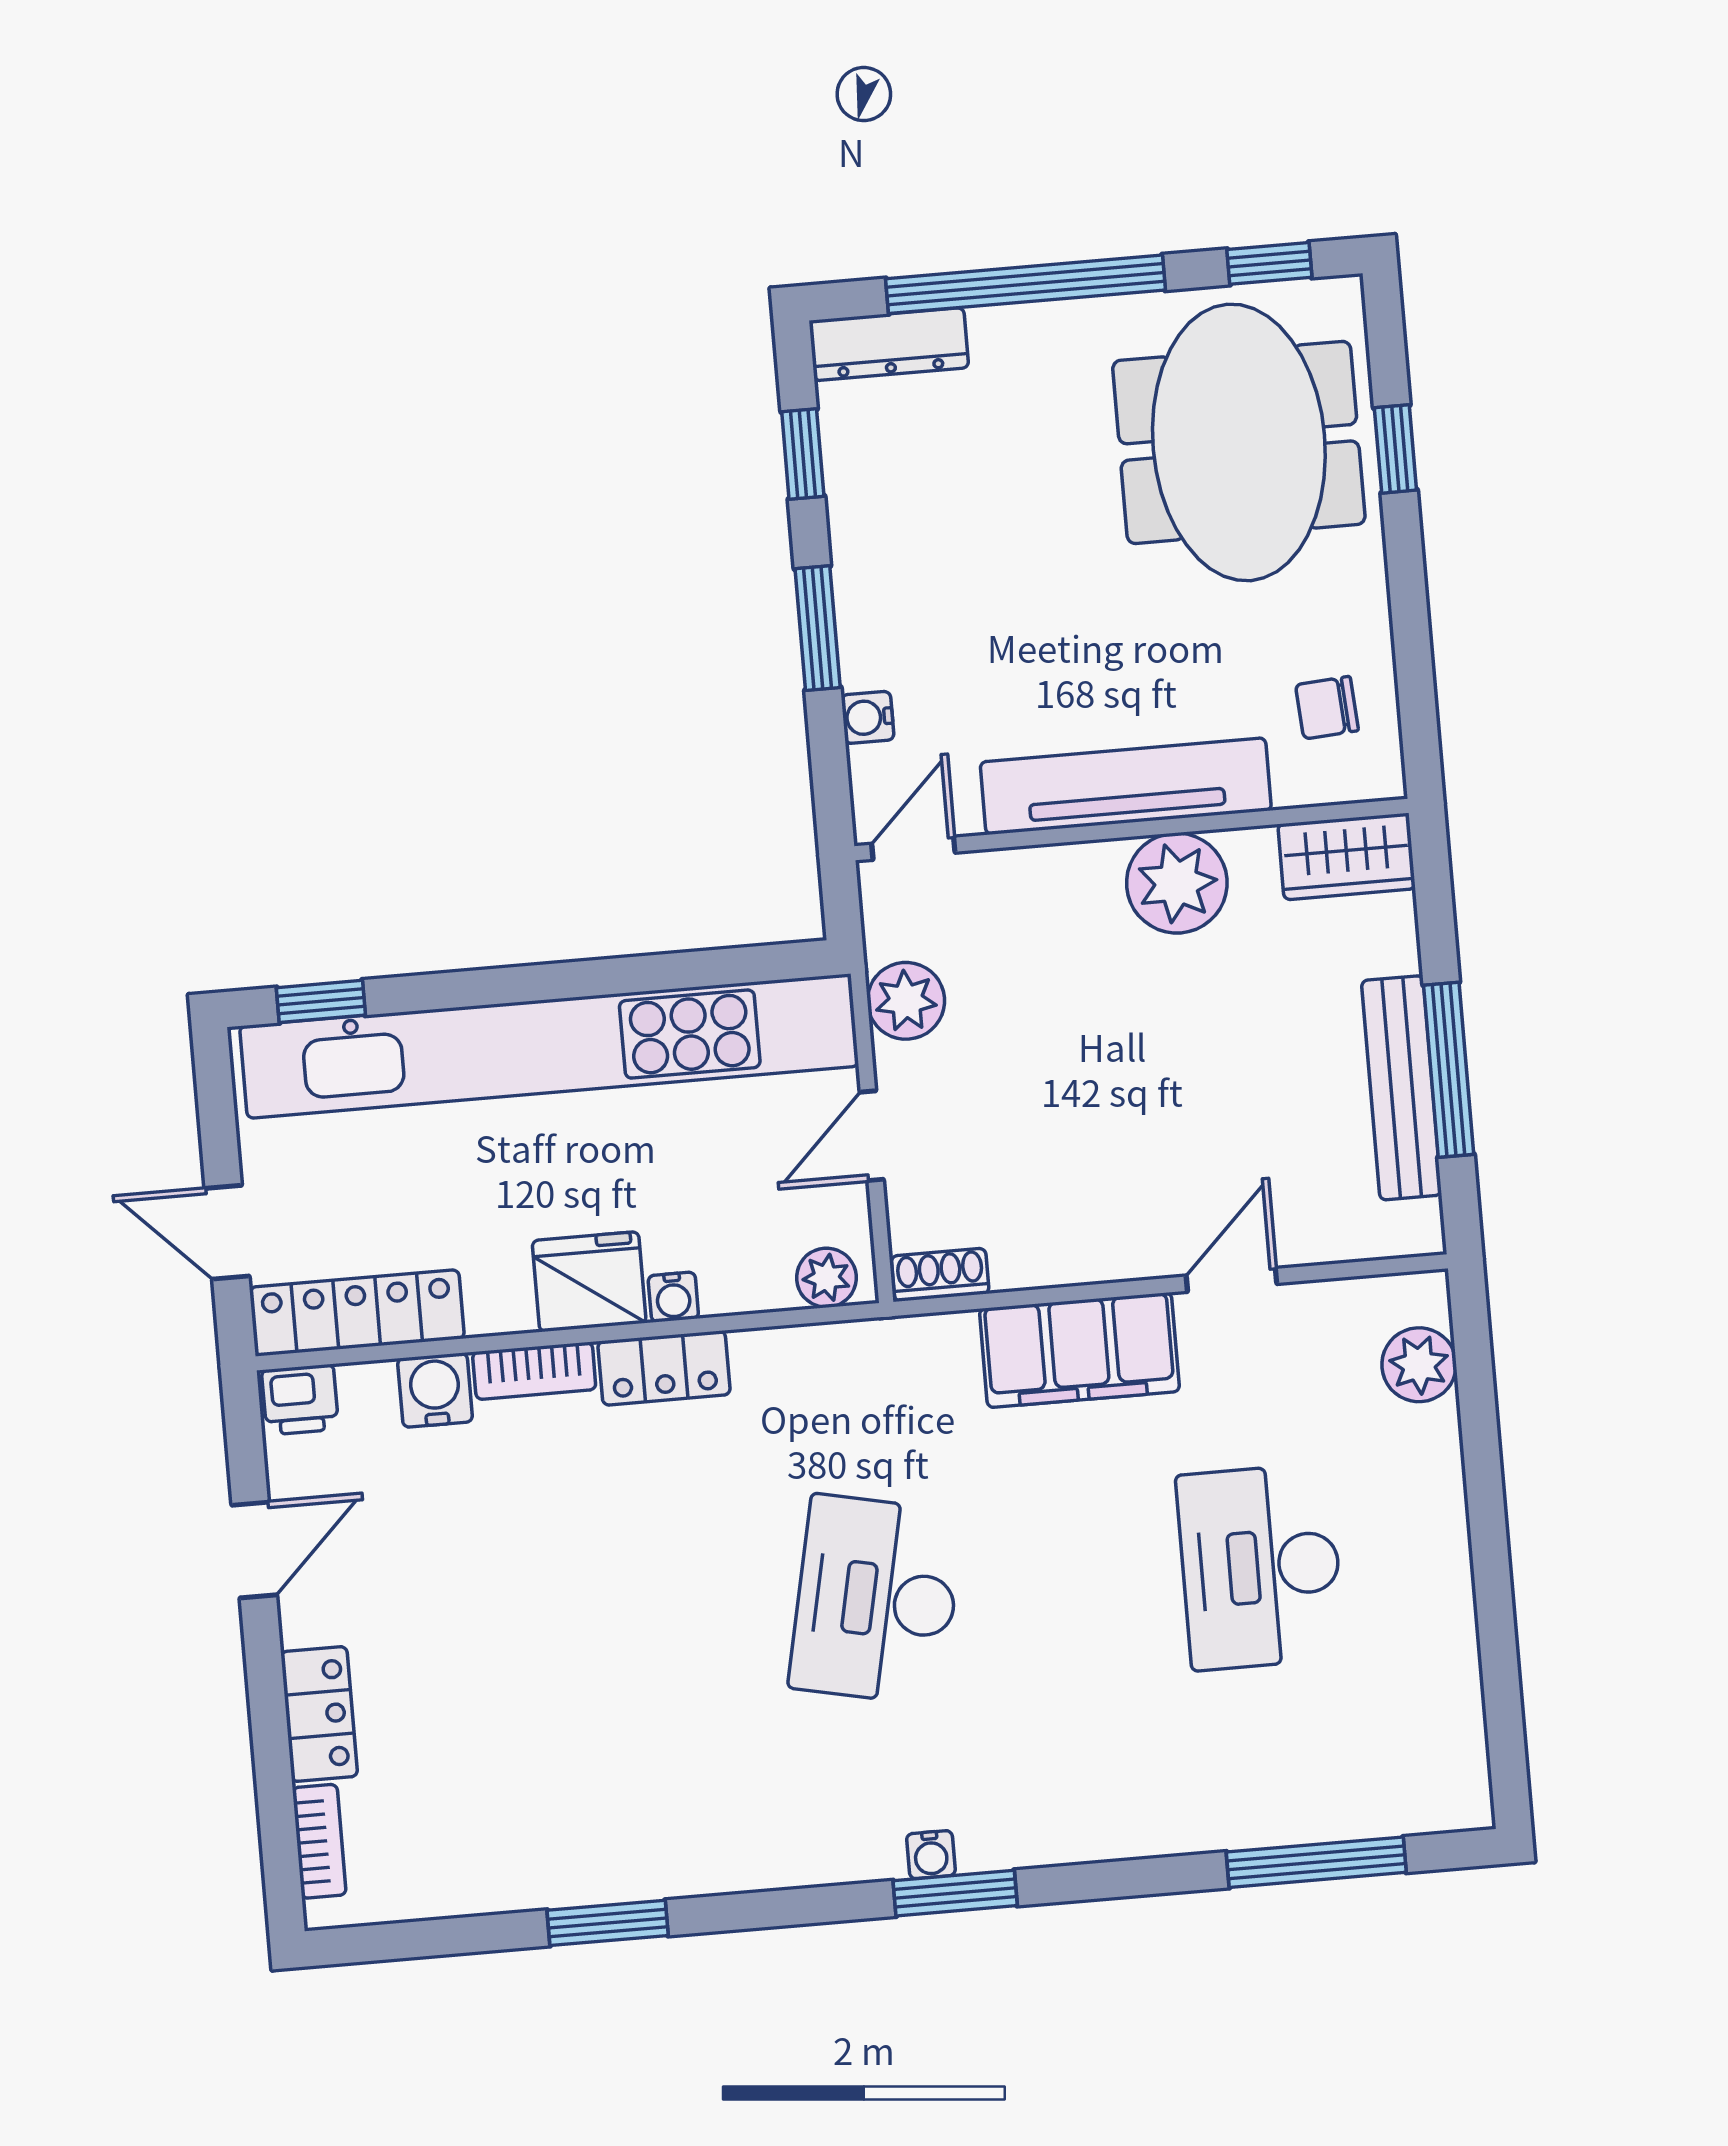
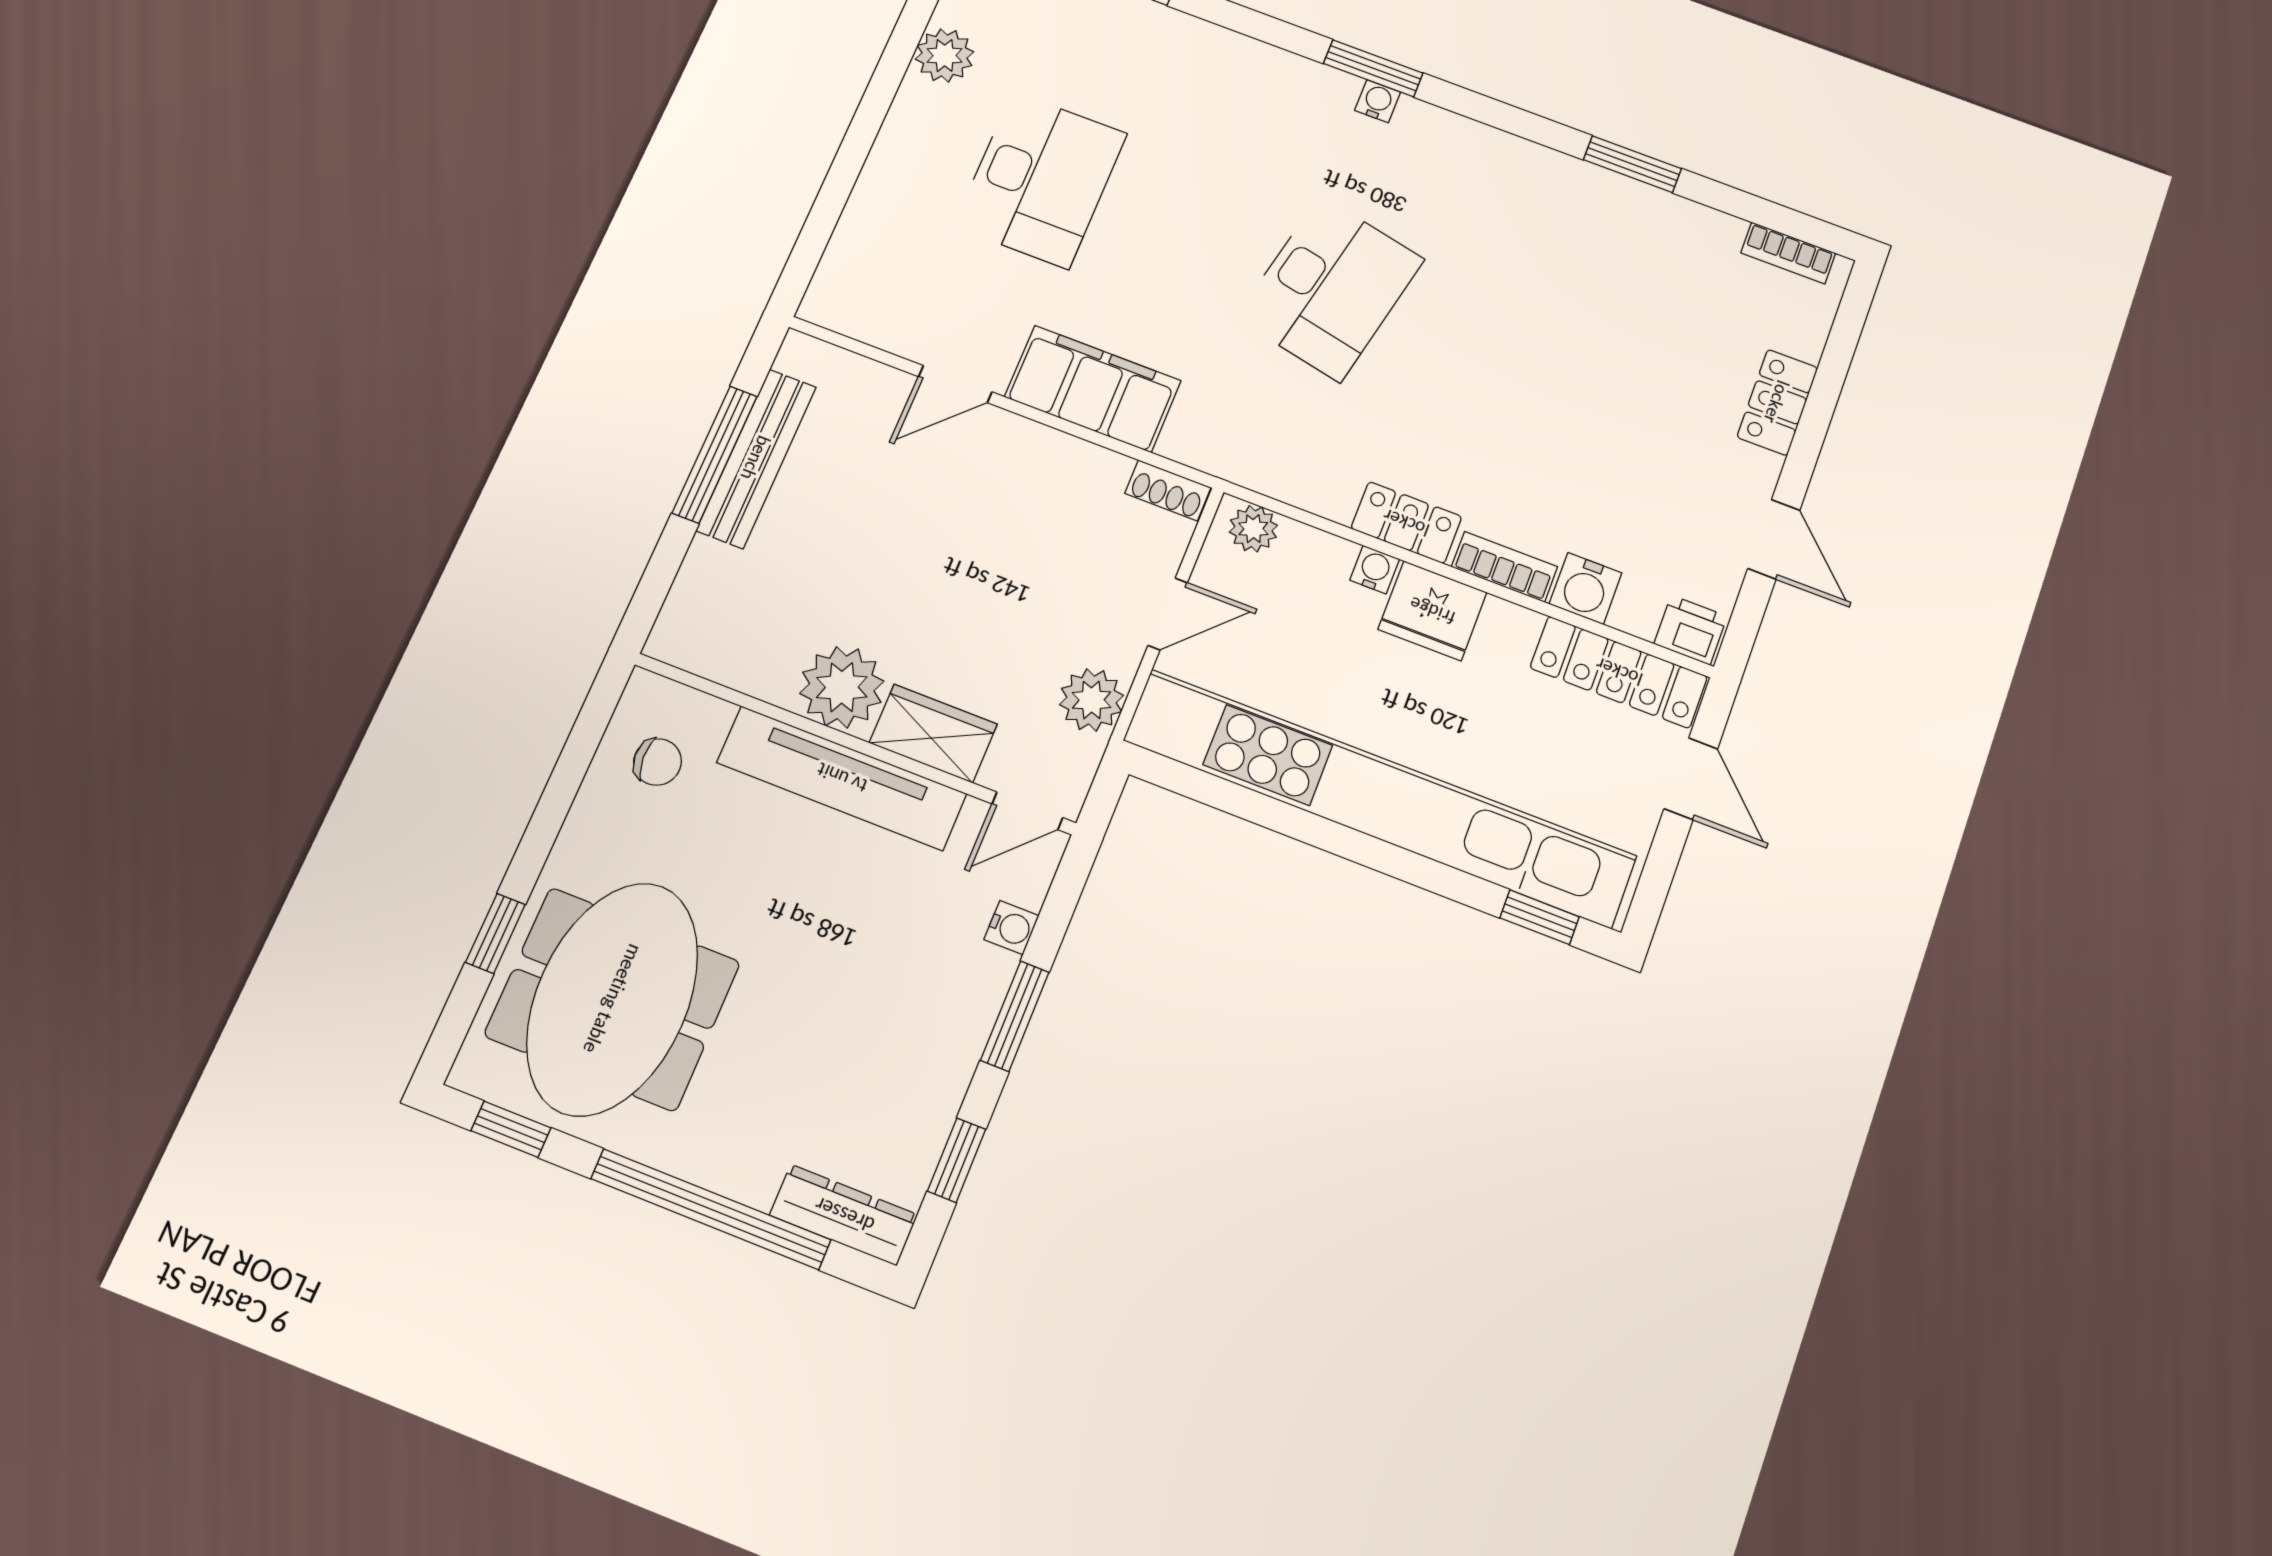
wardrobe: (1347, 856) -> (933, 733), moved
plant: (1419, 1365) -> (945, 55), moved
door: (254, 1550) -> (1774, 539), swing flipped
bookcase: (319, 1841) -> (1788, 253), moved, turned -90

